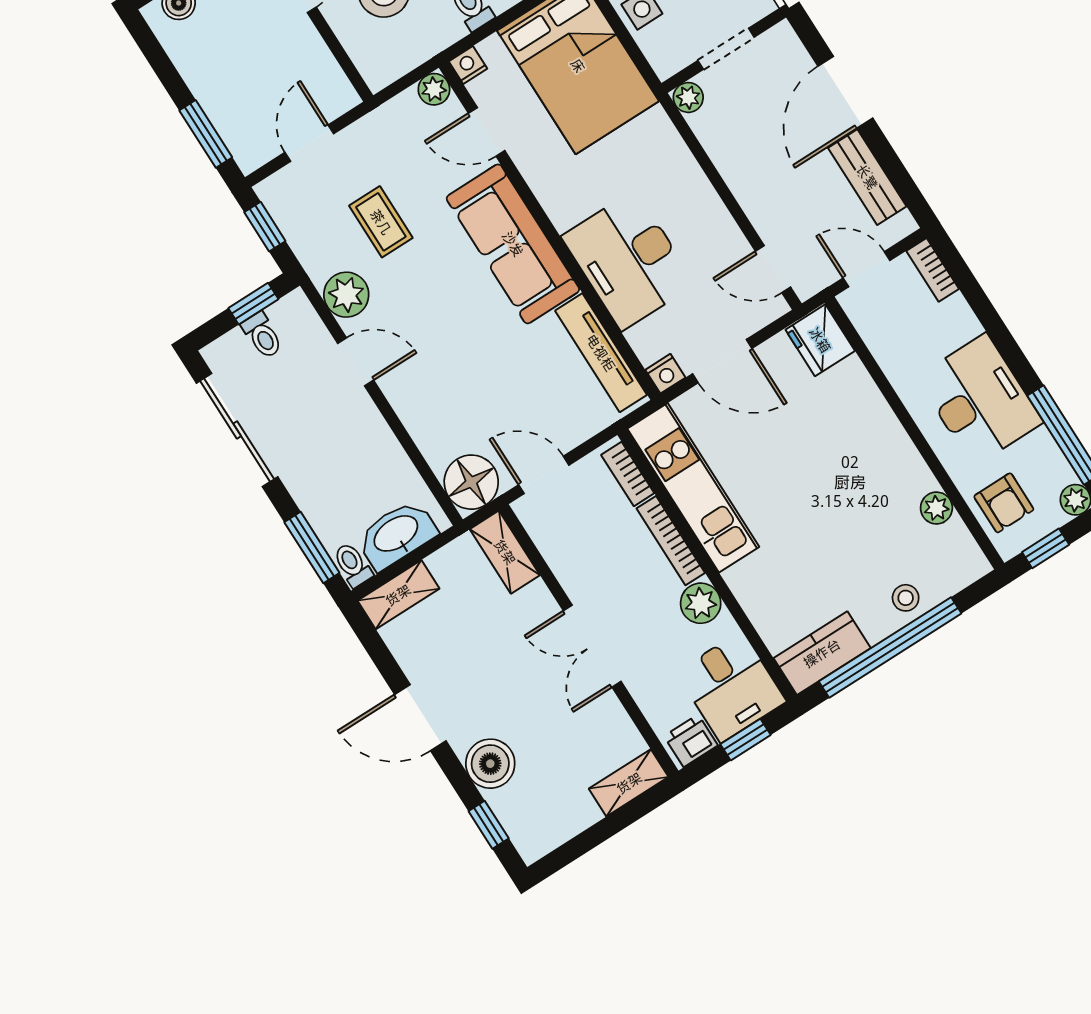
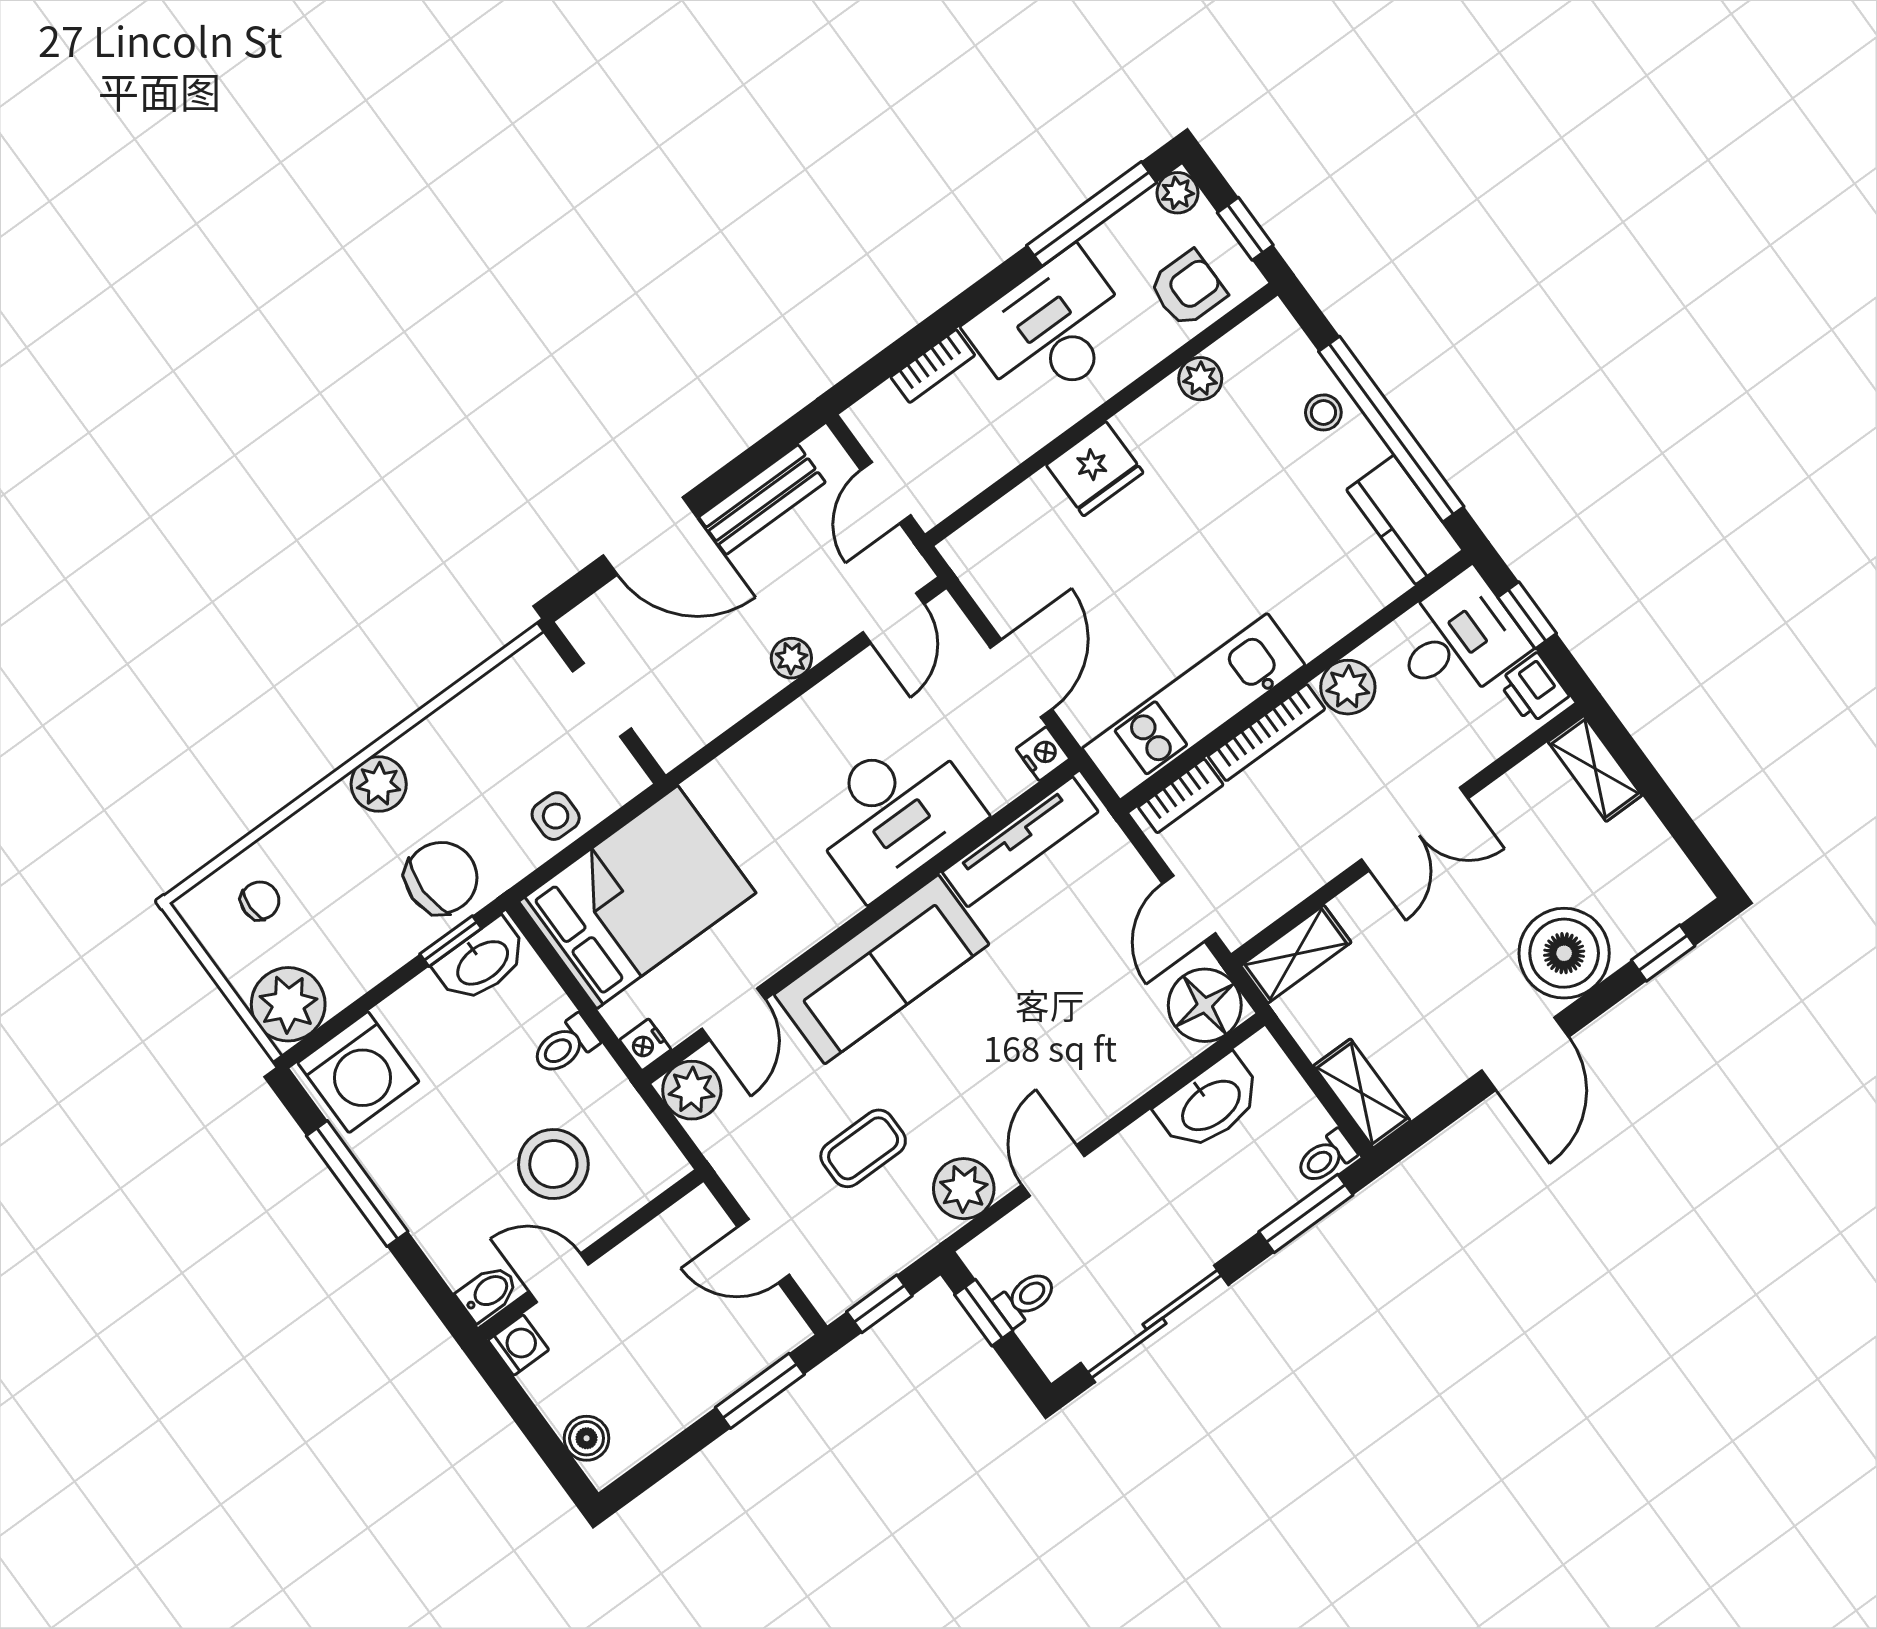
plant: (434, 89) -> (692, 1090), width x1.38, depth x1.38
plant: (688, 97) -> (791, 658), moved
bookcase: (933, 270) -> (933, 366), moved
fridge: (820, 340) -> (1095, 469), moved
washbasin: (397, 535) -> (1210, 1104), moved, turned -90
boiler: (490, 764) -> (1564, 953), width x1.37, depth x1.37

